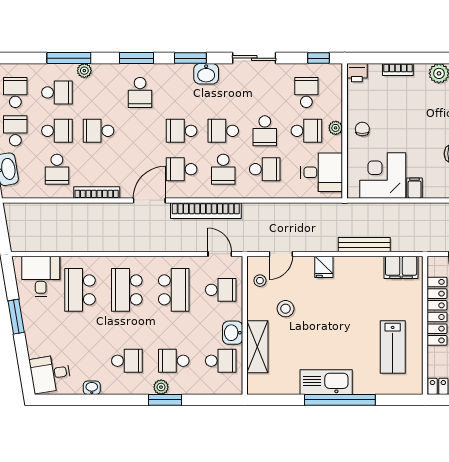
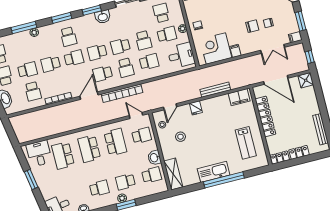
school desk: (57, 92) -> (74, 58), moved
shelving: (257, 347) -> (173, 174), moved

